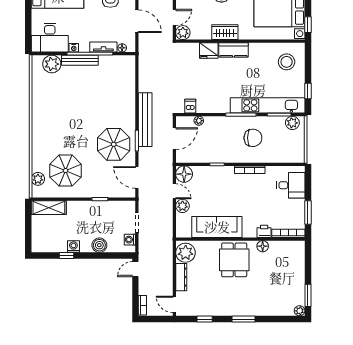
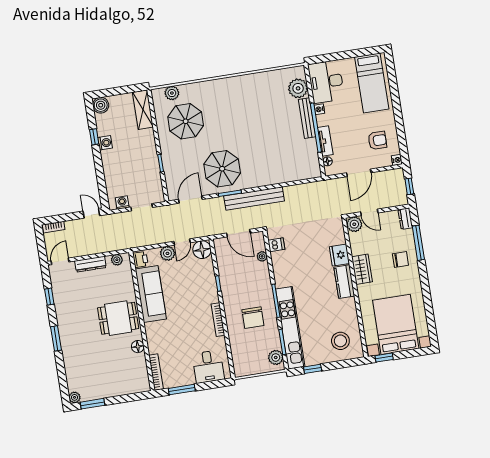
printer: (264, 231) -> (140, 259), moved
boiler: (99, 245) -> (101, 105), moved
plant: (186, 253) -> (117, 260), width x0.53, depth x0.53

